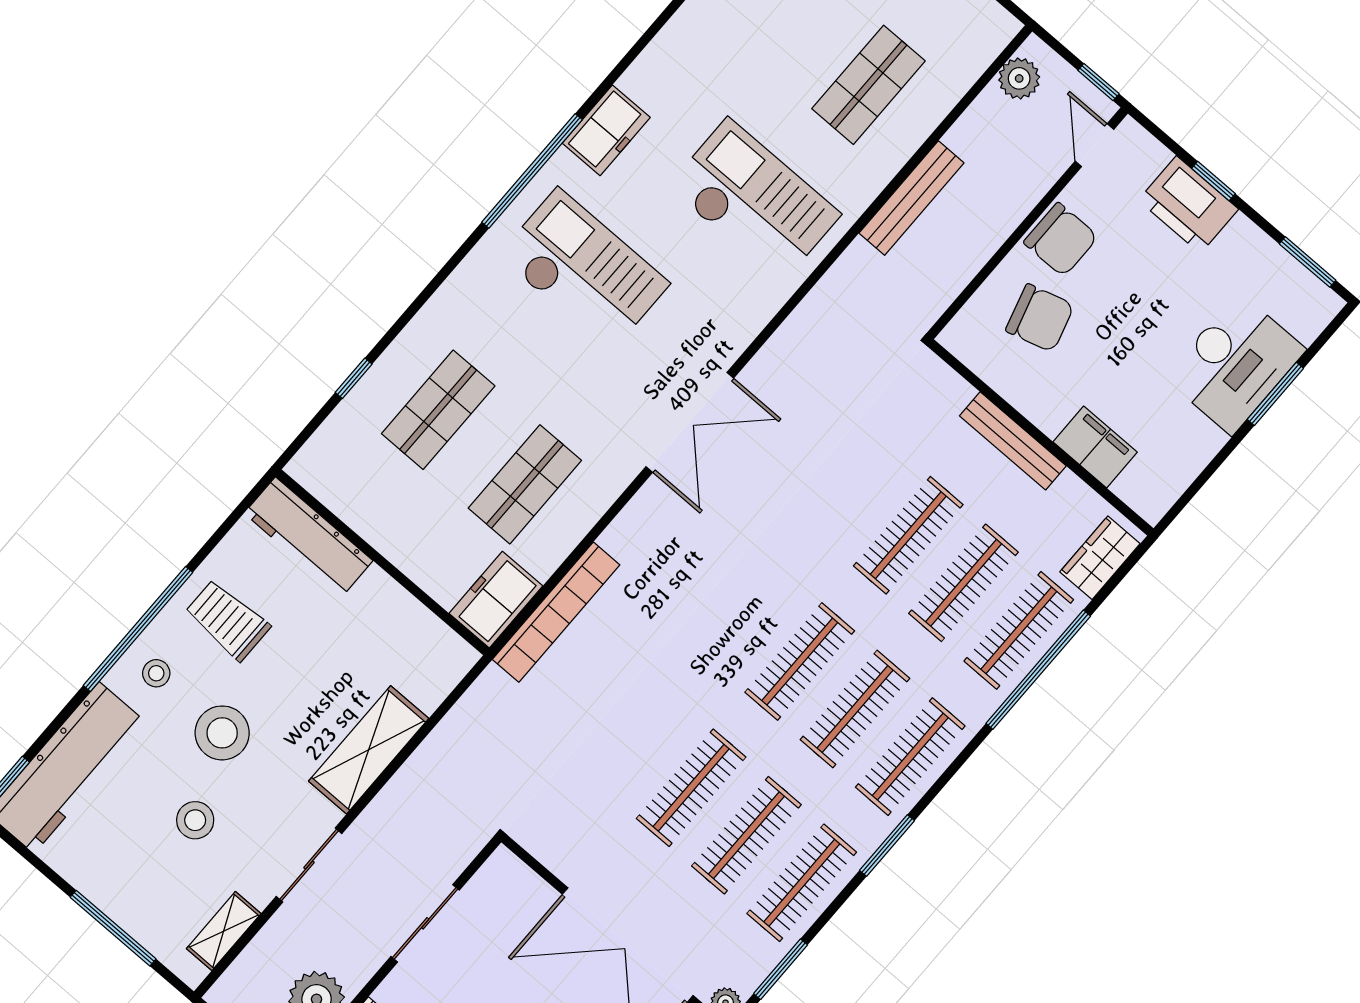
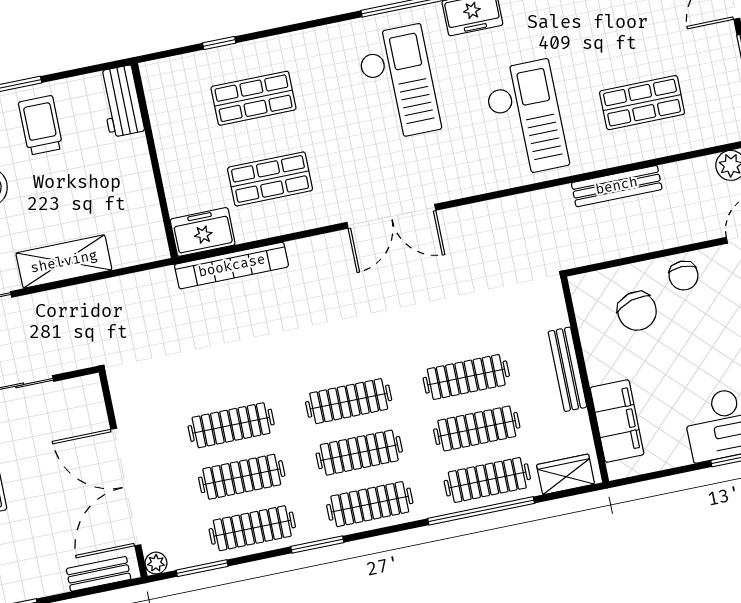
chair: (1061, 240) -> (684, 276), width x0.73, depth x0.73
filing cabinet: (1095, 447) -> (617, 421), width x1.50, depth x1.17
workbench: (308, 537) -> (121, 101), width x0.73

